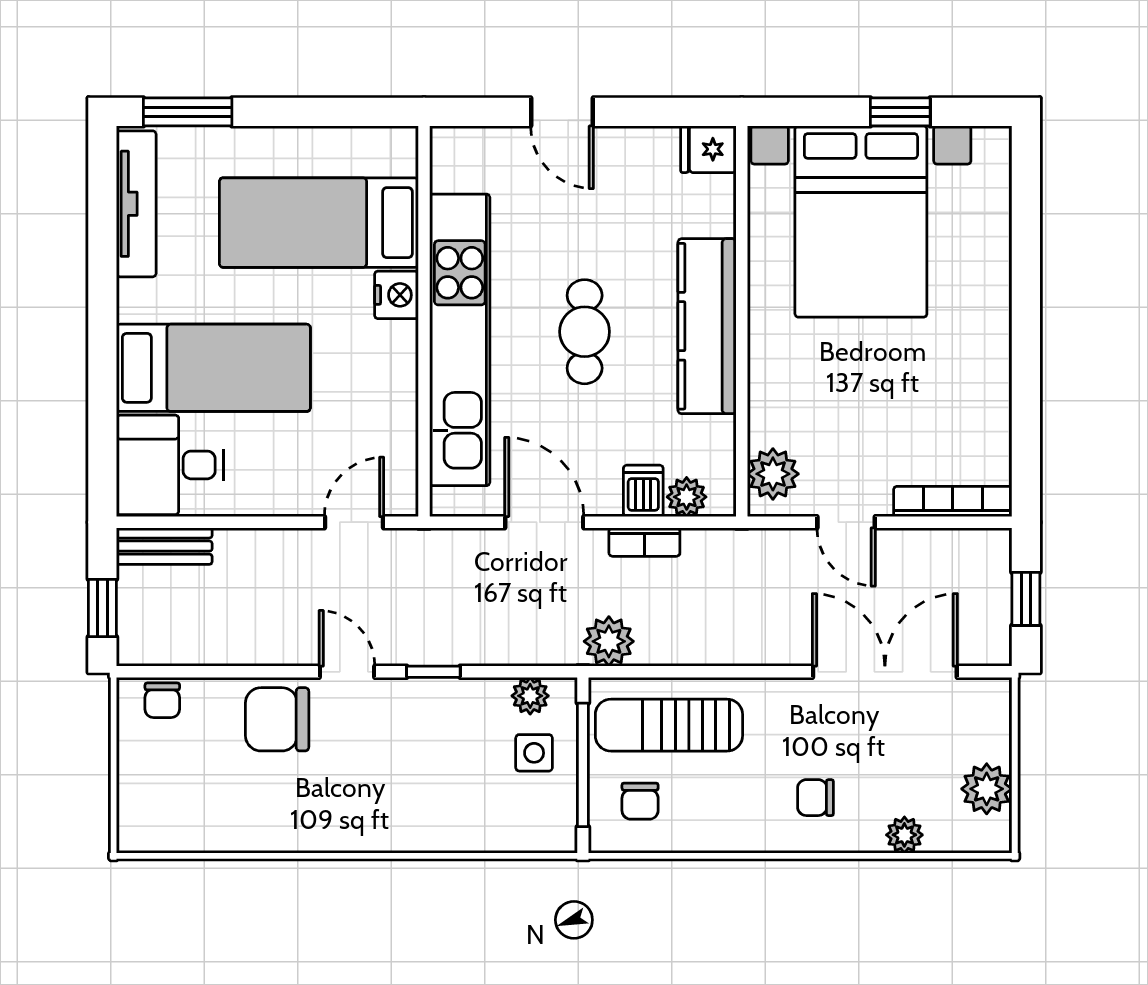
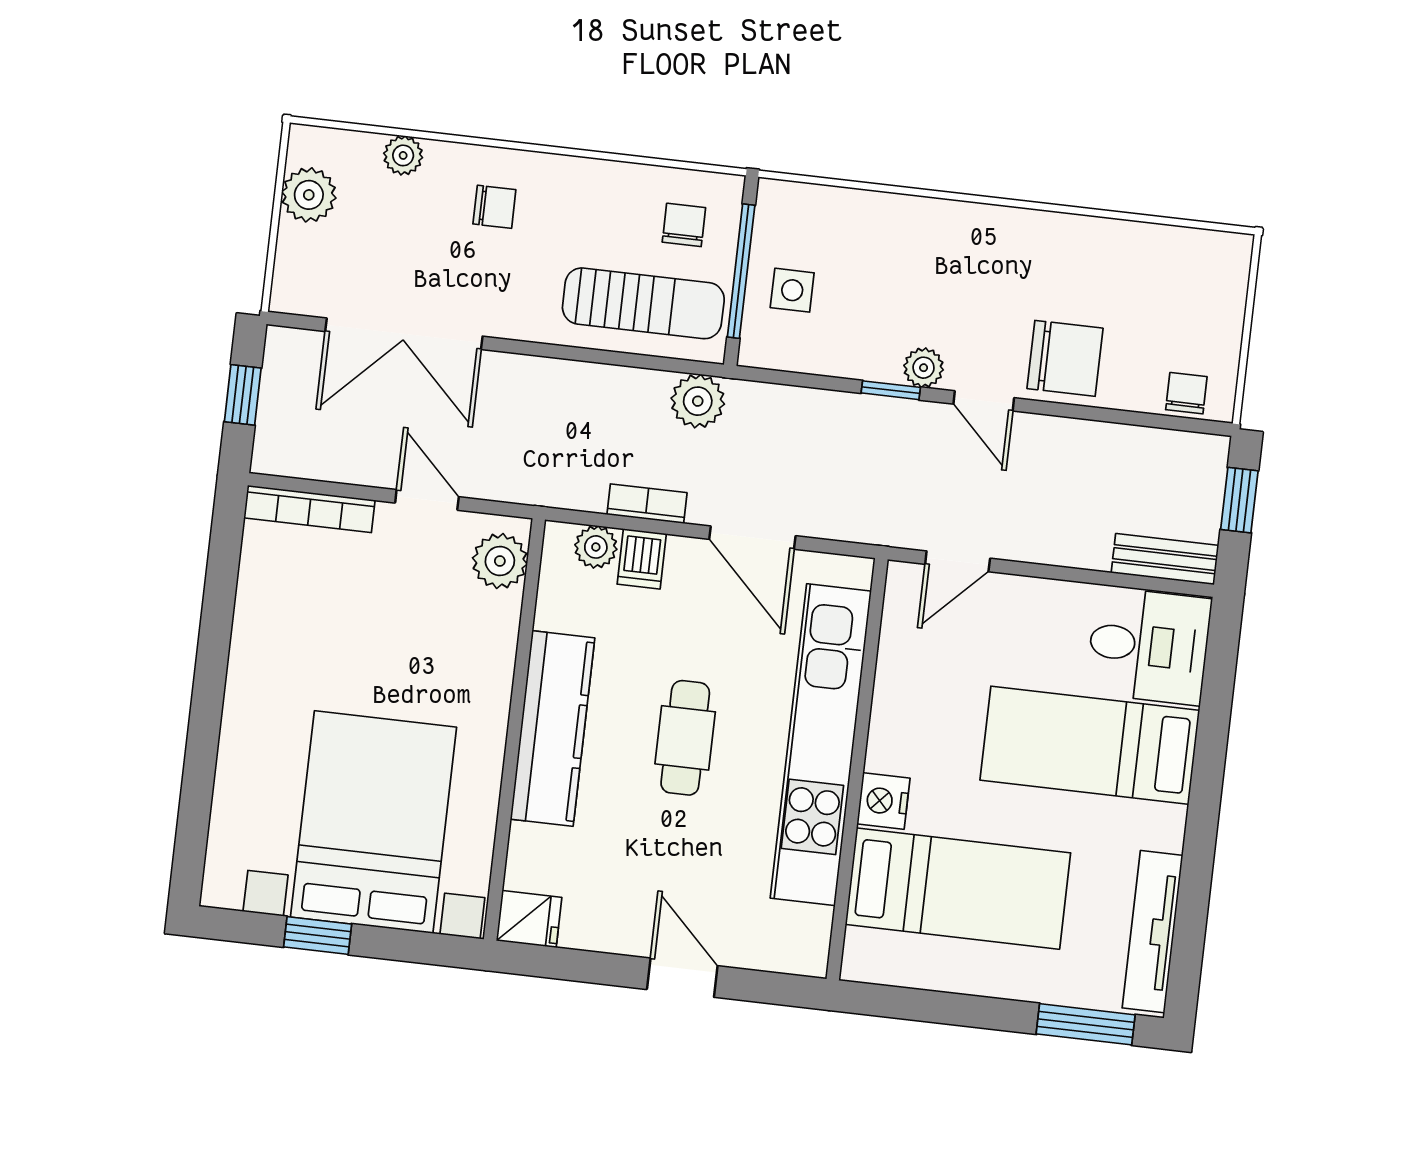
plant: (530, 696) -> (924, 368), moved

